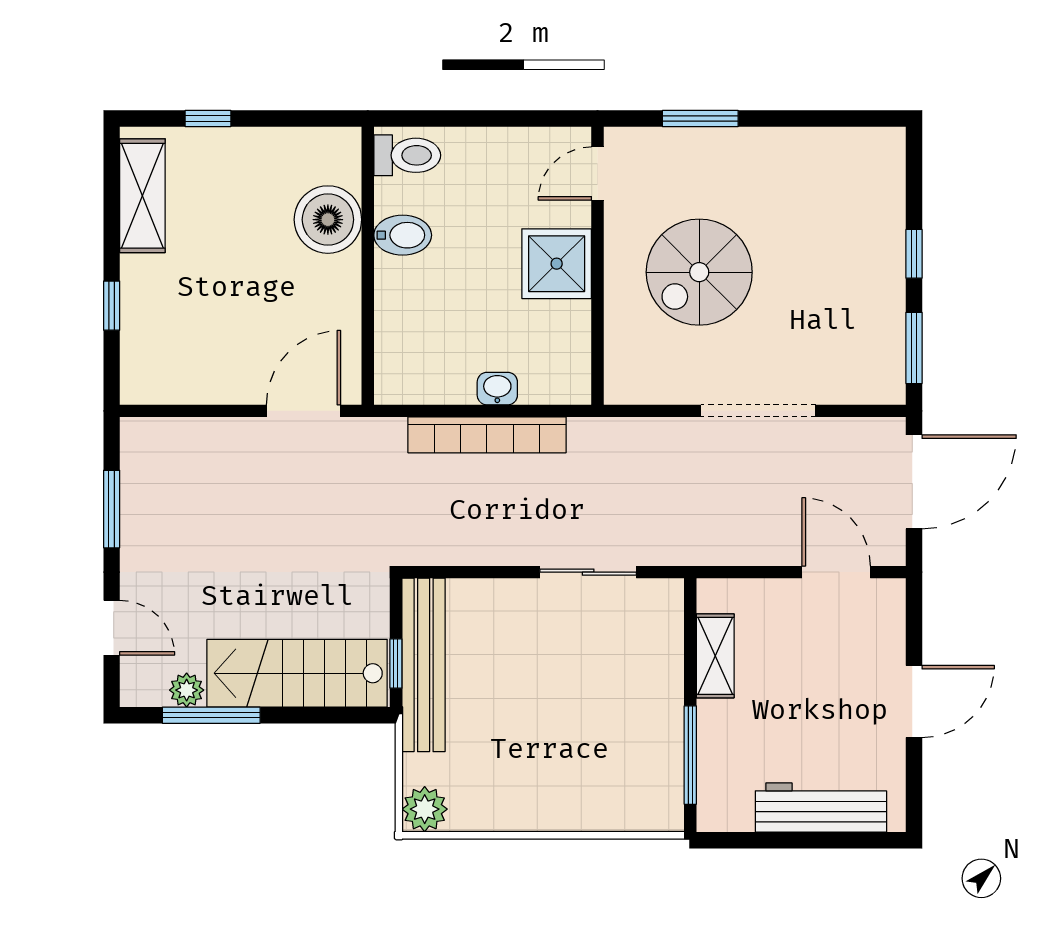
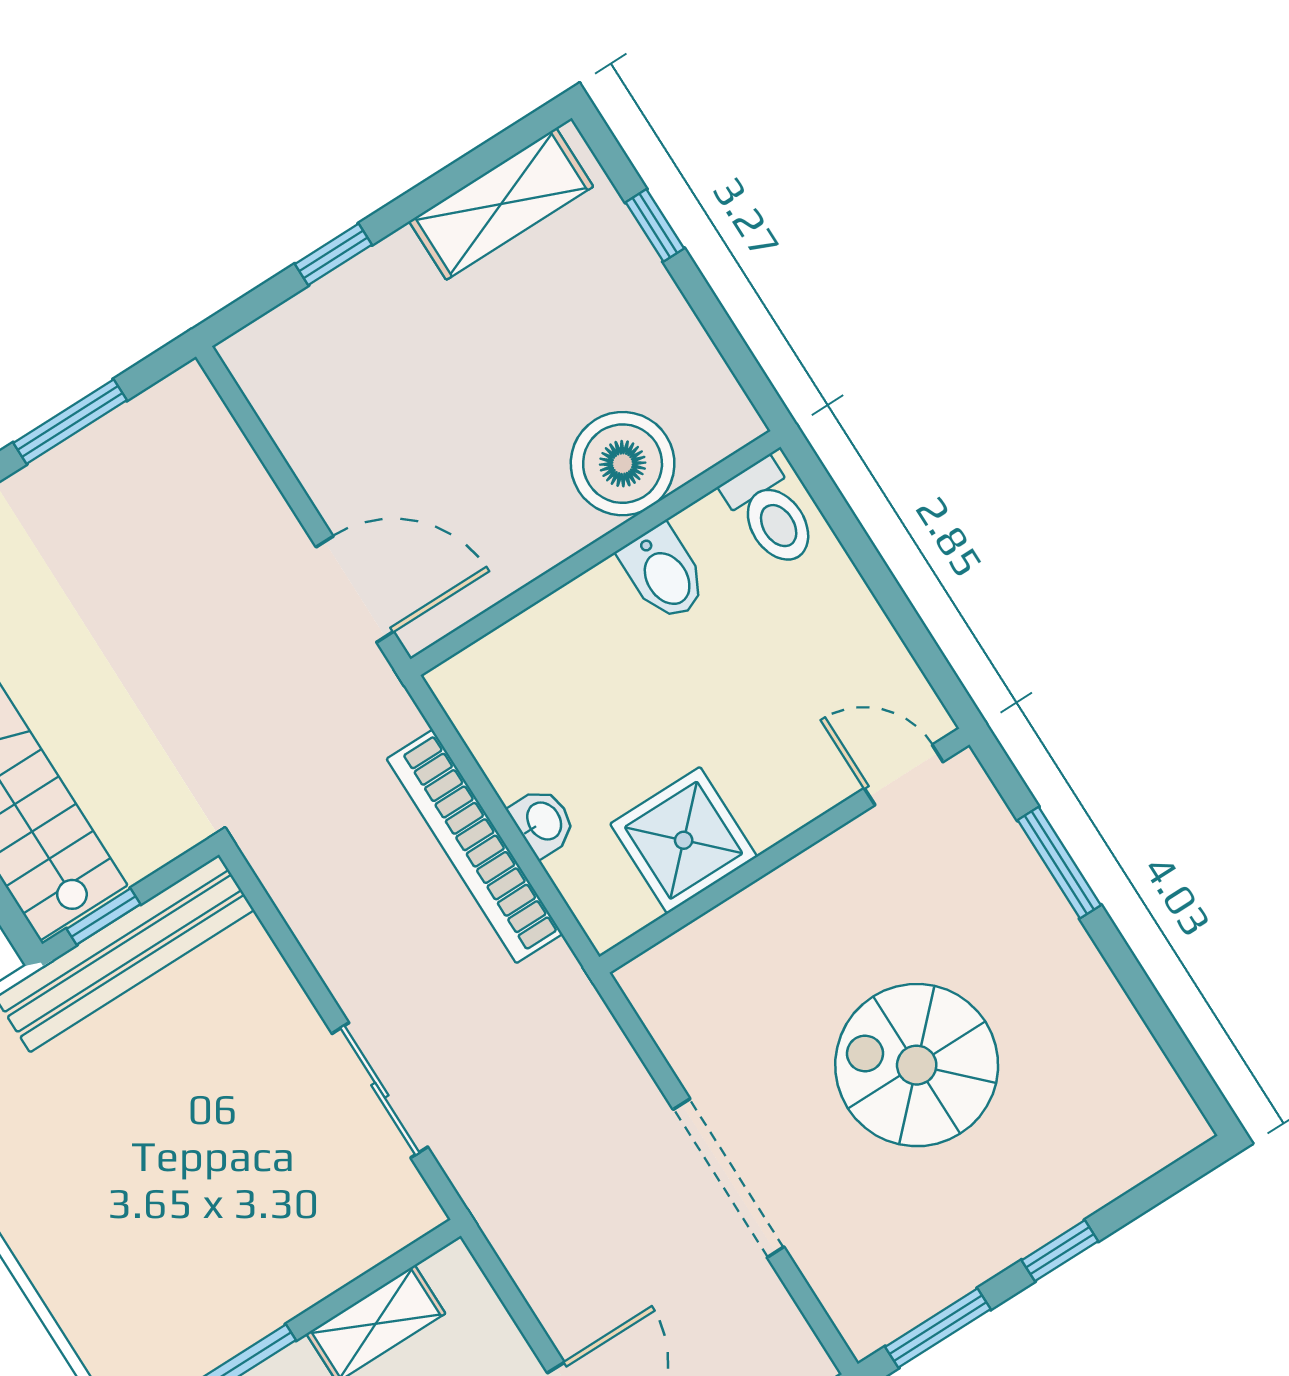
shower: (557, 264) -> (684, 840), moved
spiral stairs: (699, 272) -> (917, 1065), moved

